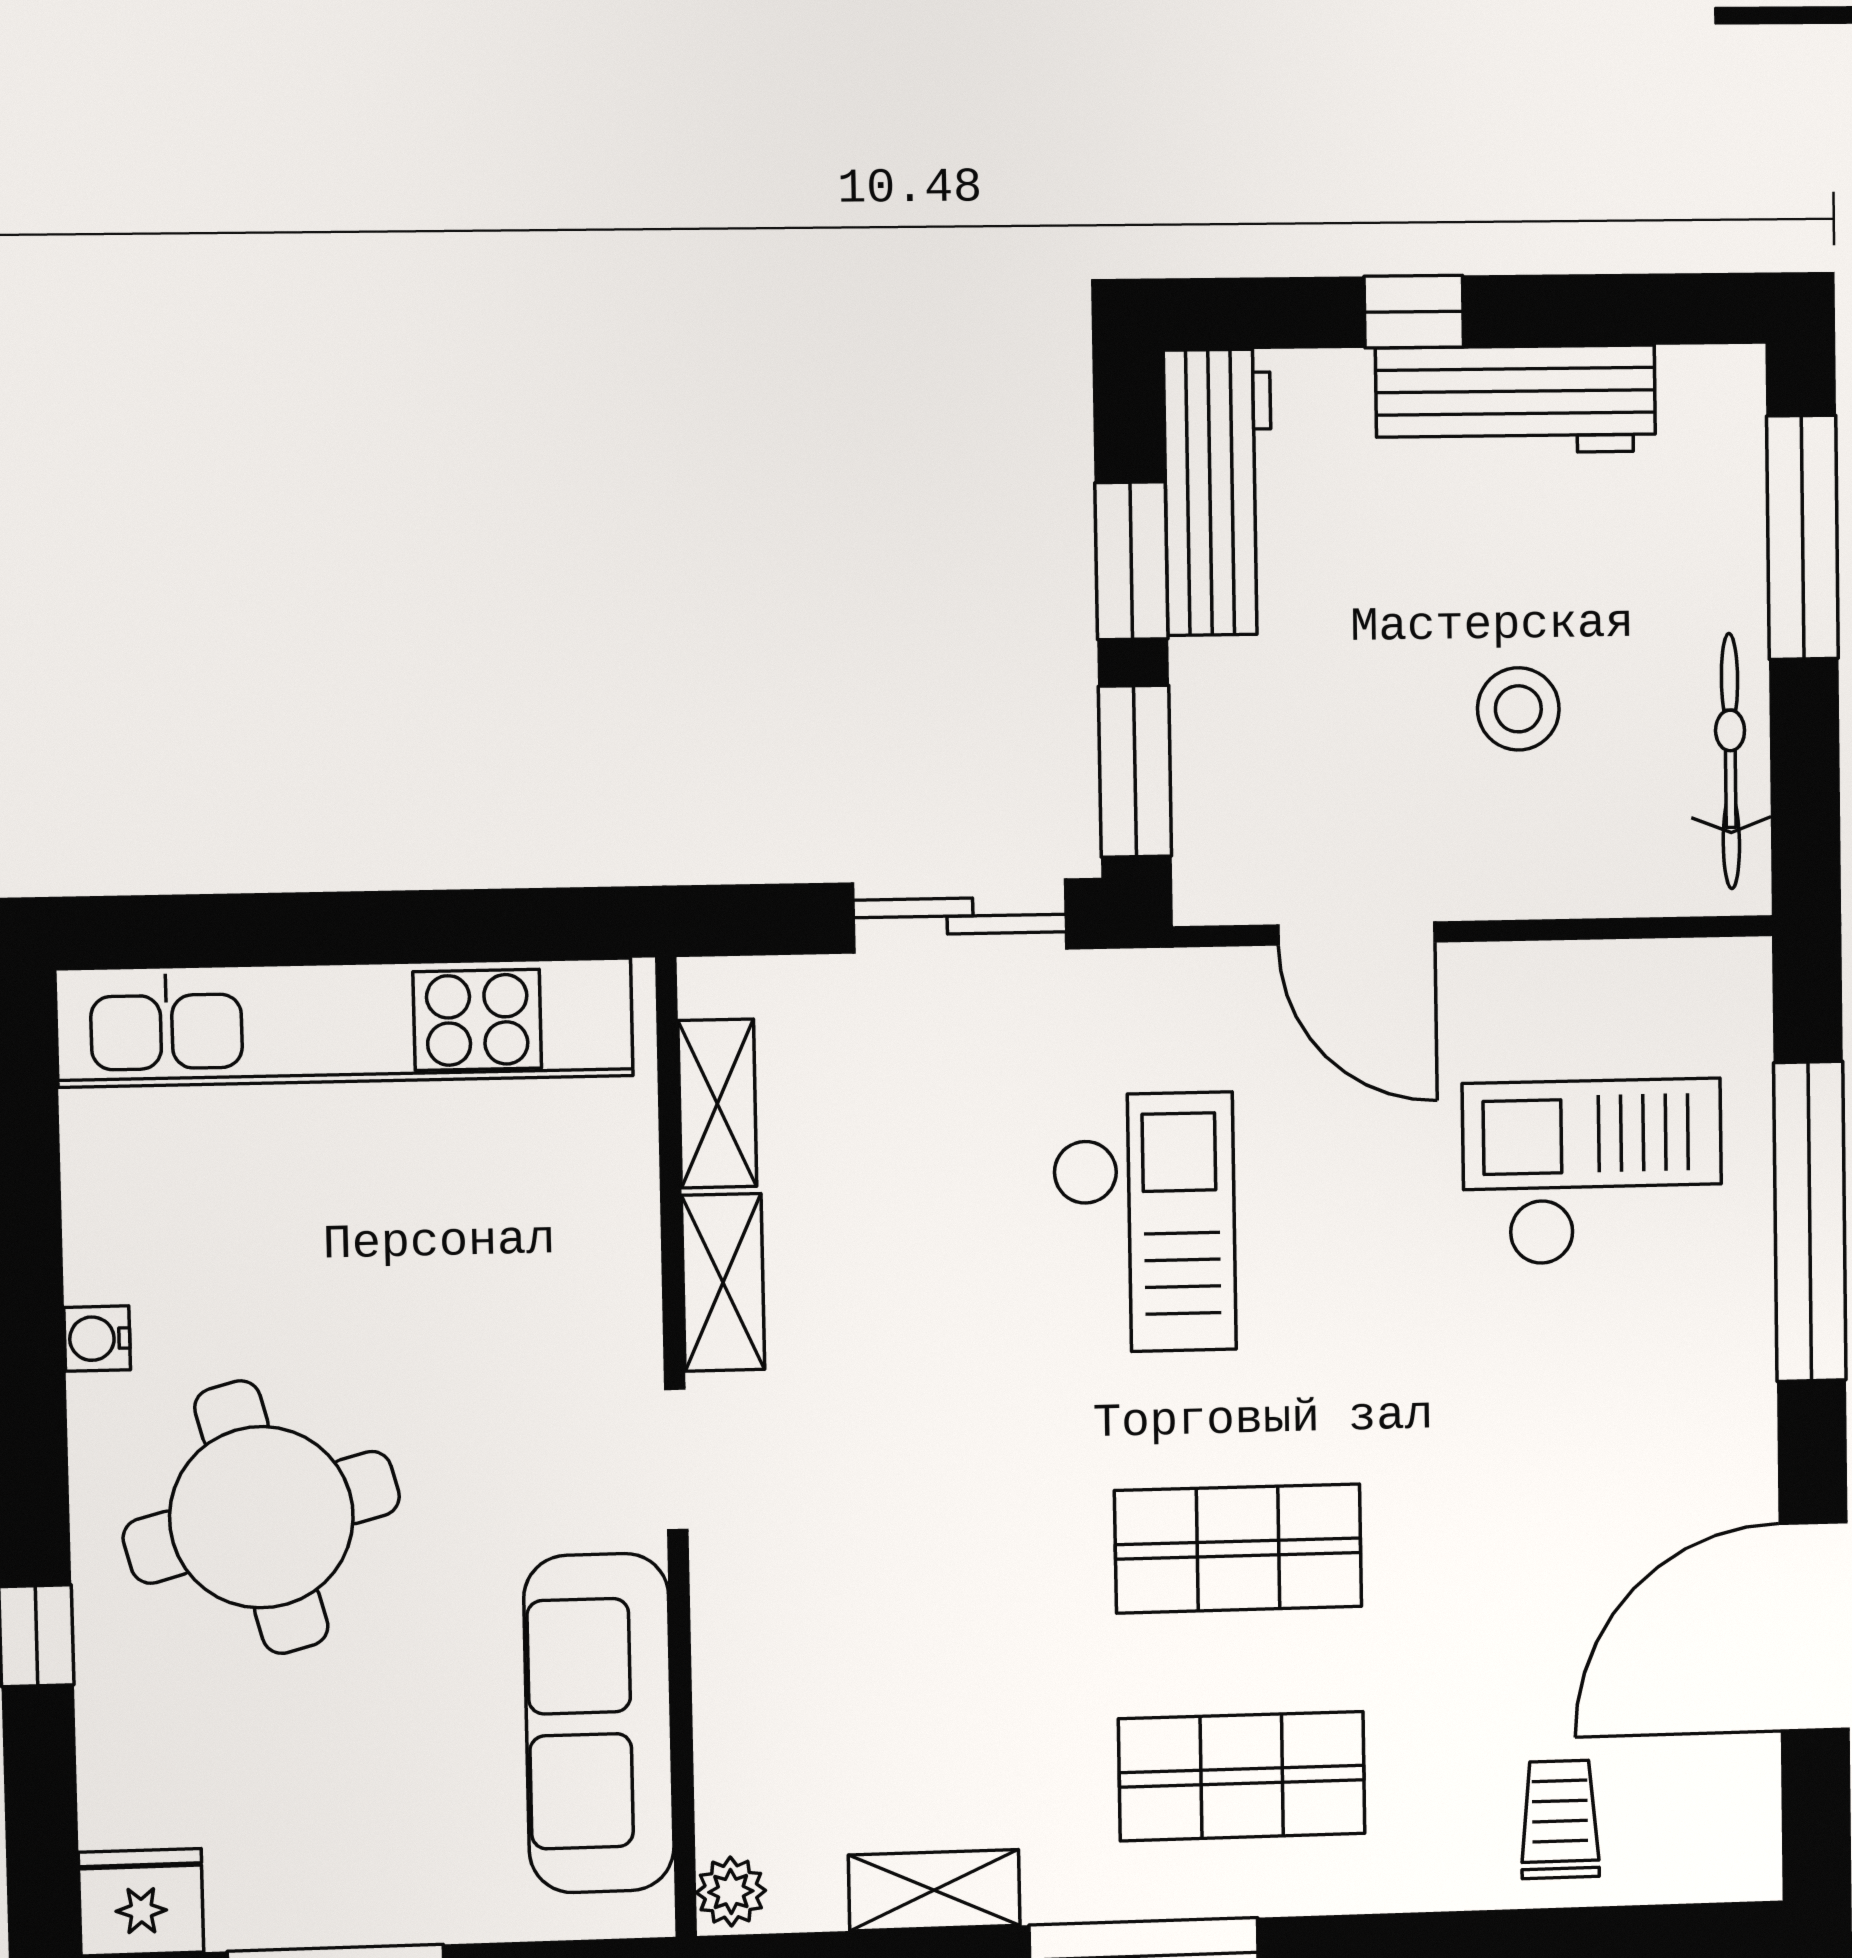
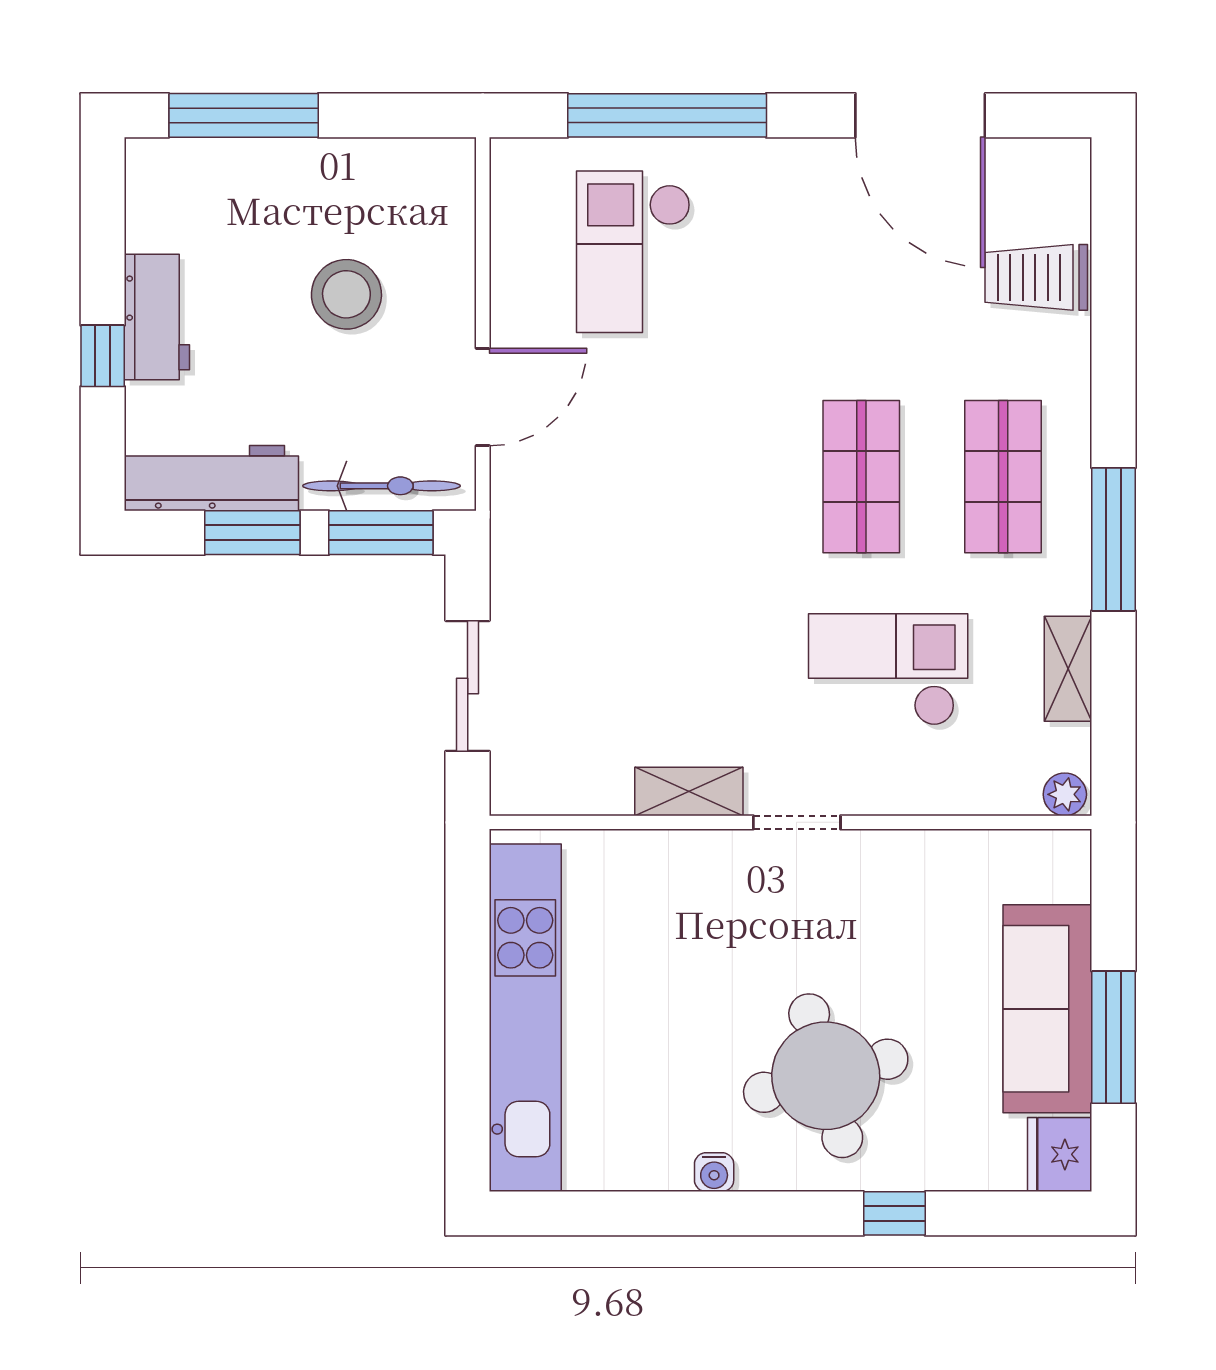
workbench: (1516, 400) -> (157, 317), width x0.73
stool: (1518, 709) -> (346, 294), width x1.38, depth x1.38
bicycle: (1730, 761) -> (381, 486), moved, turned 180
sliding door: (960, 916) -> (468, 686), moved
shelving: (717, 1104) -> (579, 793), removed
checkout: (1144, 1223) -> (888, 670), moved
sofa: (599, 1723) -> (1047, 1009), moved, turned 90
trolley: (1560, 1819) -> (1036, 277), width x1.36, depth x1.39

